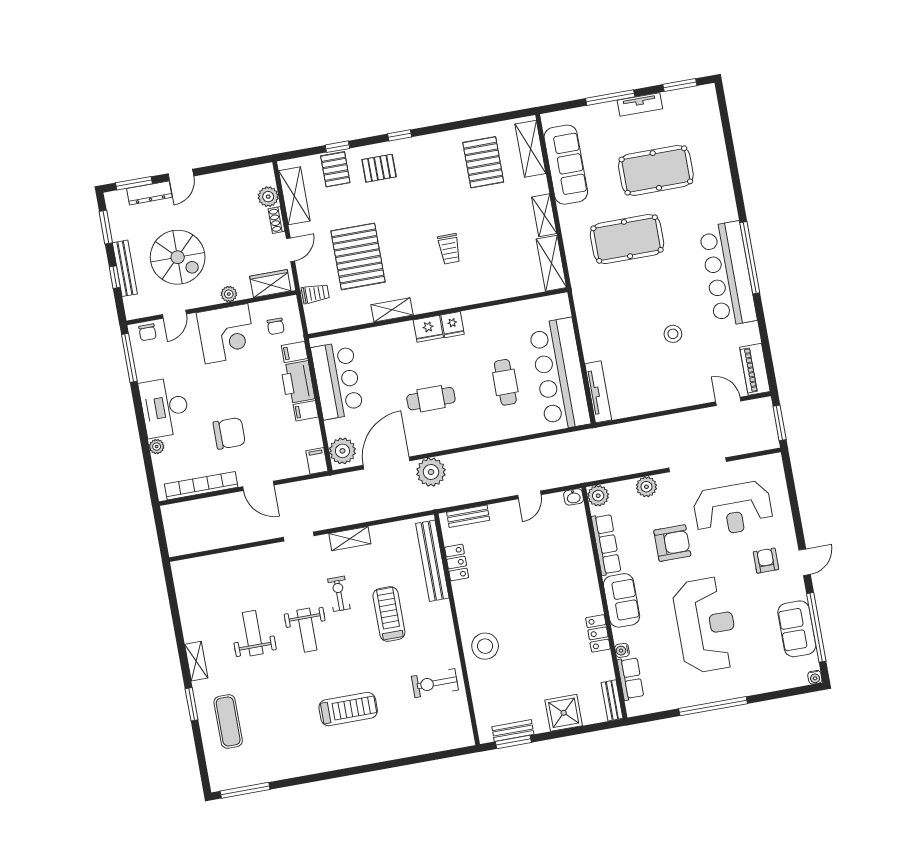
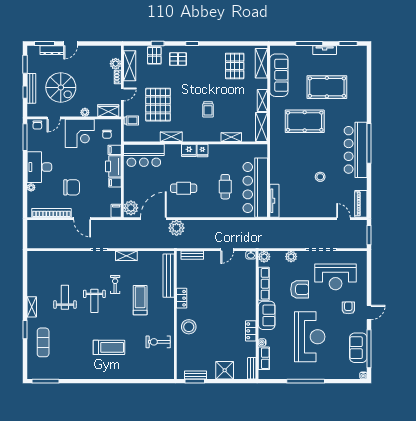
shelving: (500, 291) -> (231, 137), added
bar counter: (337, 380) -> (144, 155), moved, turned 90
locker: (457, 563) -> (182, 298), moved

